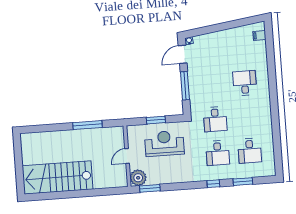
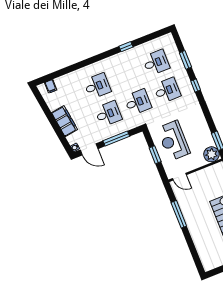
filing cabinet: (219, 38) -> (65, 121), added
desk: (245, 83) -> (97, 86), turned 180
desk: (213, 85) -> (108, 114), added
window: (276, 125) -> (126, 47), added
door: (127, 156) -> (179, 177), moved

